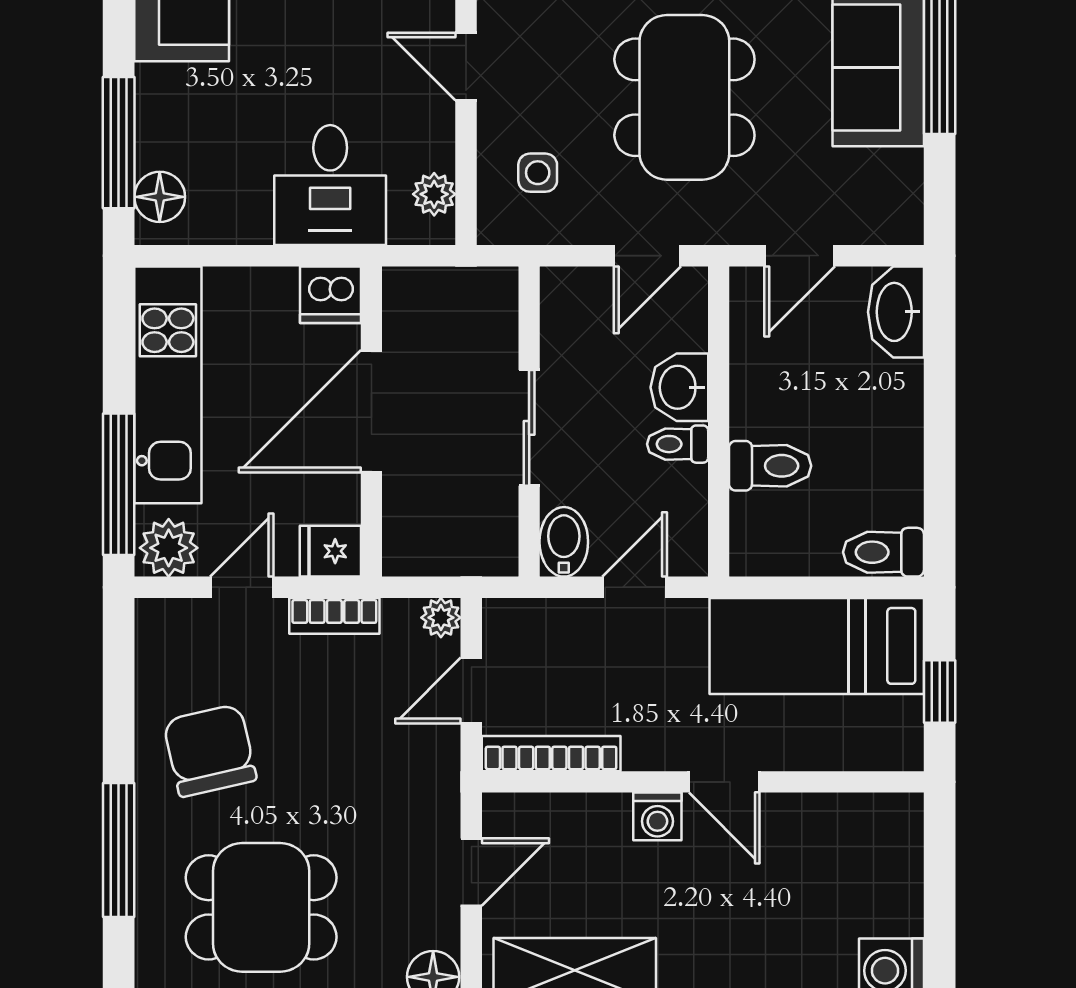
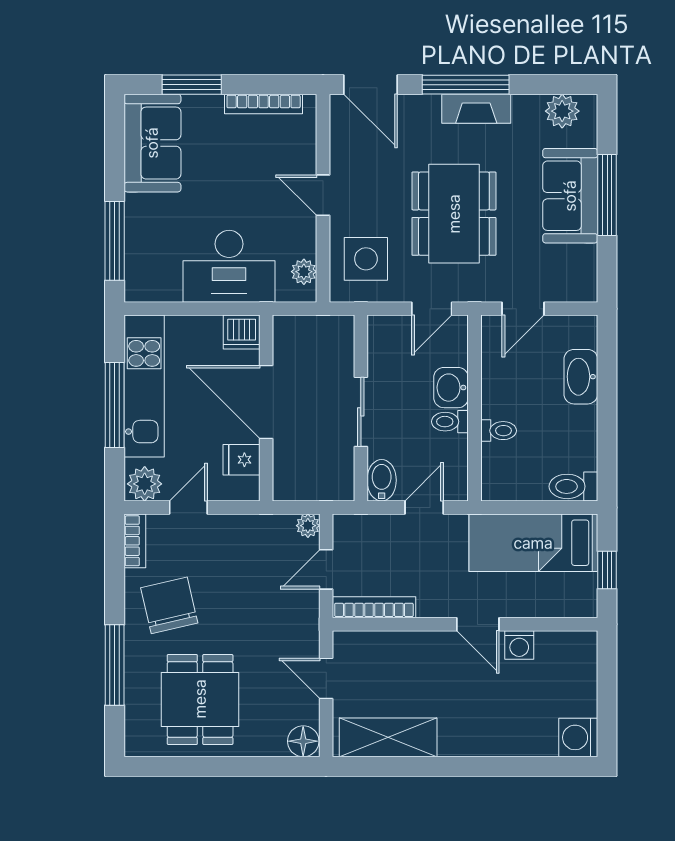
side table: (538, 173) -> (366, 259), width x1.87, depth x1.87
desk: (330, 185) -> (229, 266), width x1.37
floor lamp: (160, 197) -> (139, 273), removed
washbasin: (896, 312) -> (581, 377), moved
door: (371, 411) -> (266, 402), hinge flipped
toilet: (770, 466) -> (499, 431), width x0.73, depth x0.72
window: (119, 484) -> (115, 405), moved
fridge: (330, 551) -> (242, 460), moved
bookcase: (334, 616) -> (135, 541), moved, turned -90
washing machine: (657, 816) -> (519, 645), moved
door: (471, 872) -> (326, 678), swing flipped
dining table: (261, 907) -> (200, 699), turned 90

